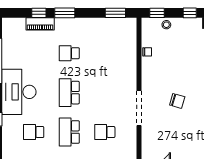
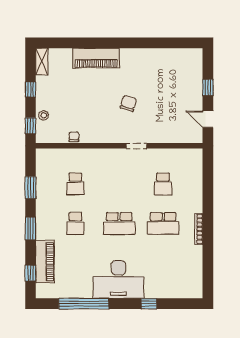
window: (39, 13) -> (30, 273), moved
window: (115, 13) -> (30, 188), moved
piano: (40, 24) -> (45, 262), width x1.37, depth x1.33
doorway: (139, 108) -> (137, 146), width x0.53
school desk: (34, 132) -> (75, 184), moved

